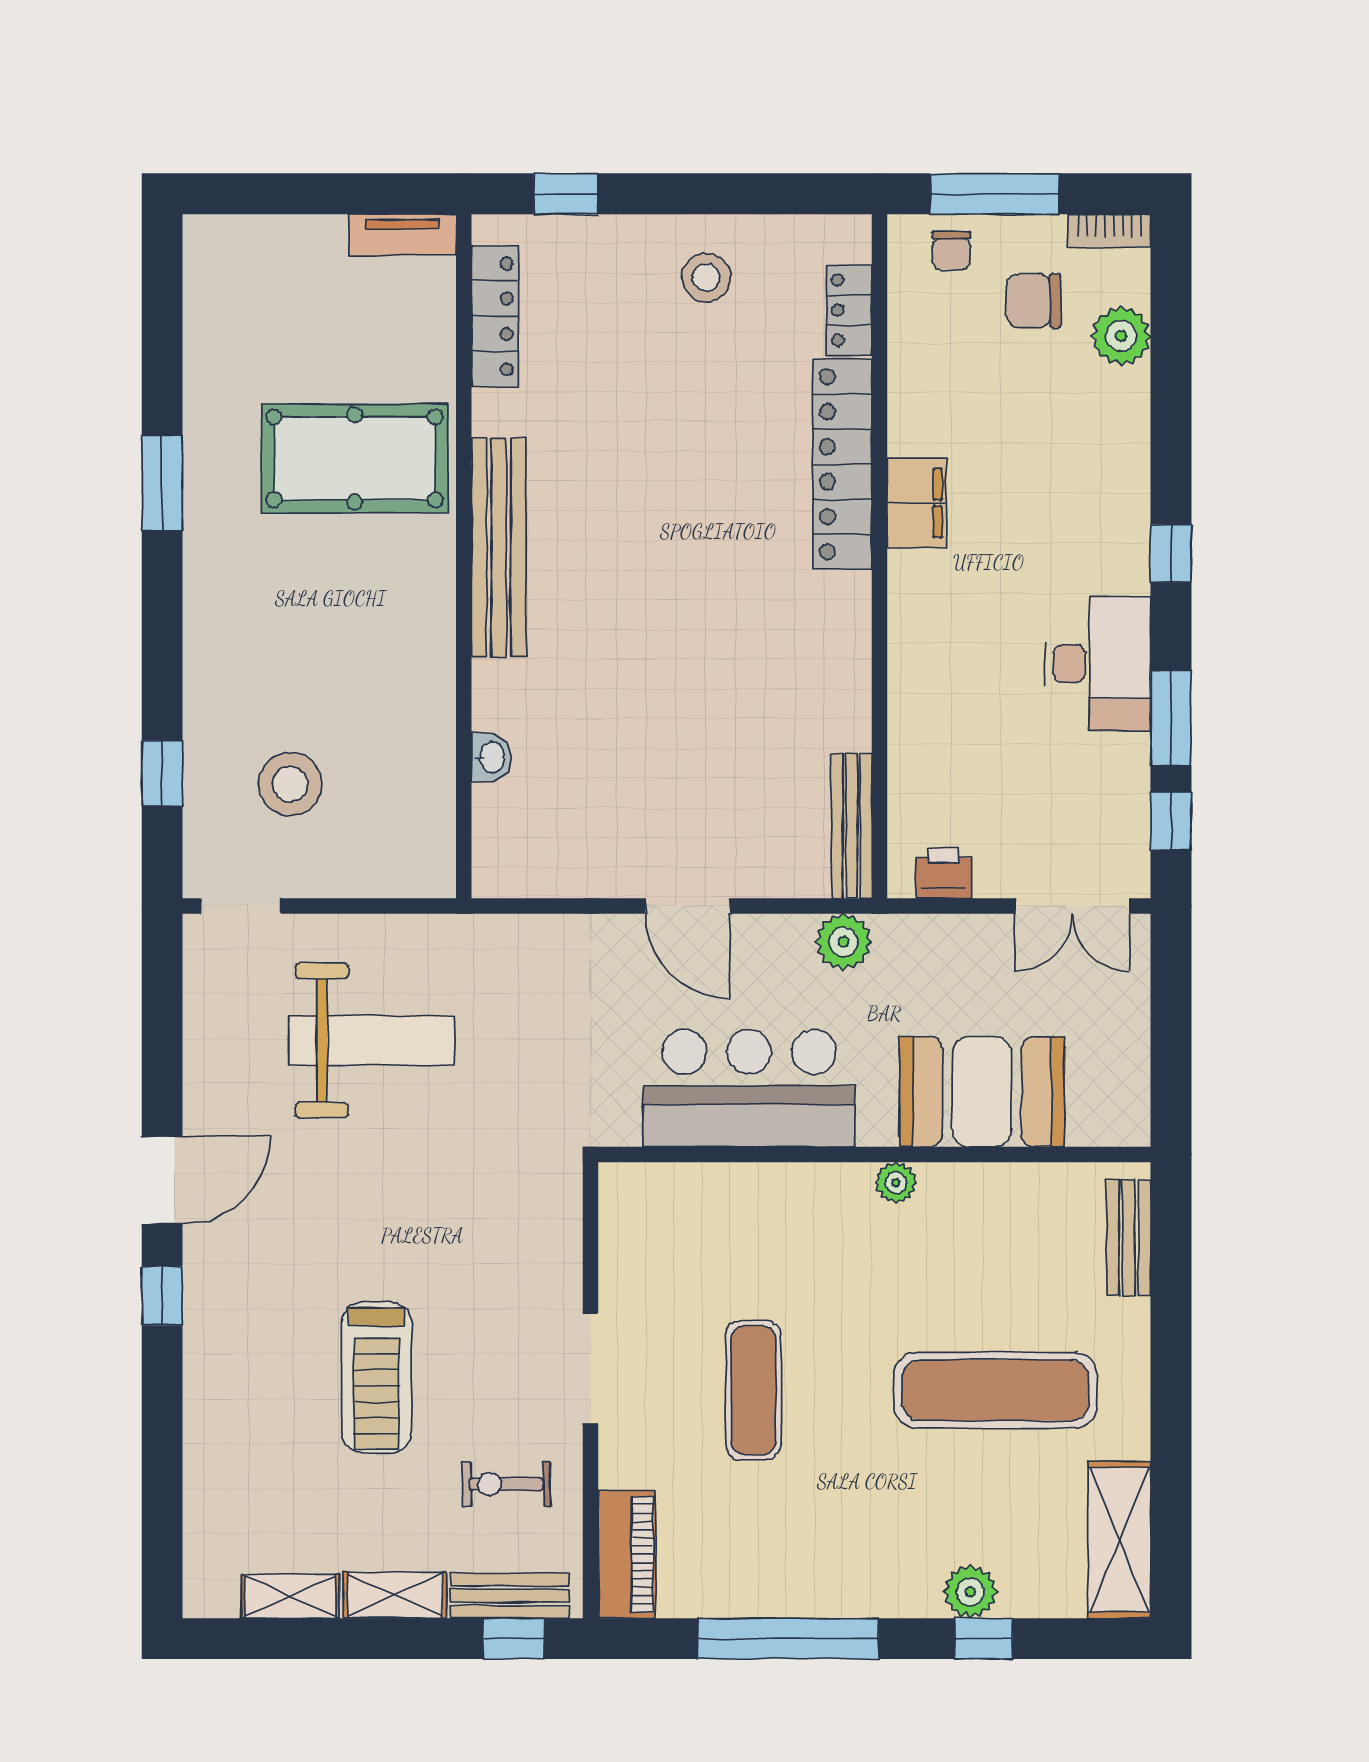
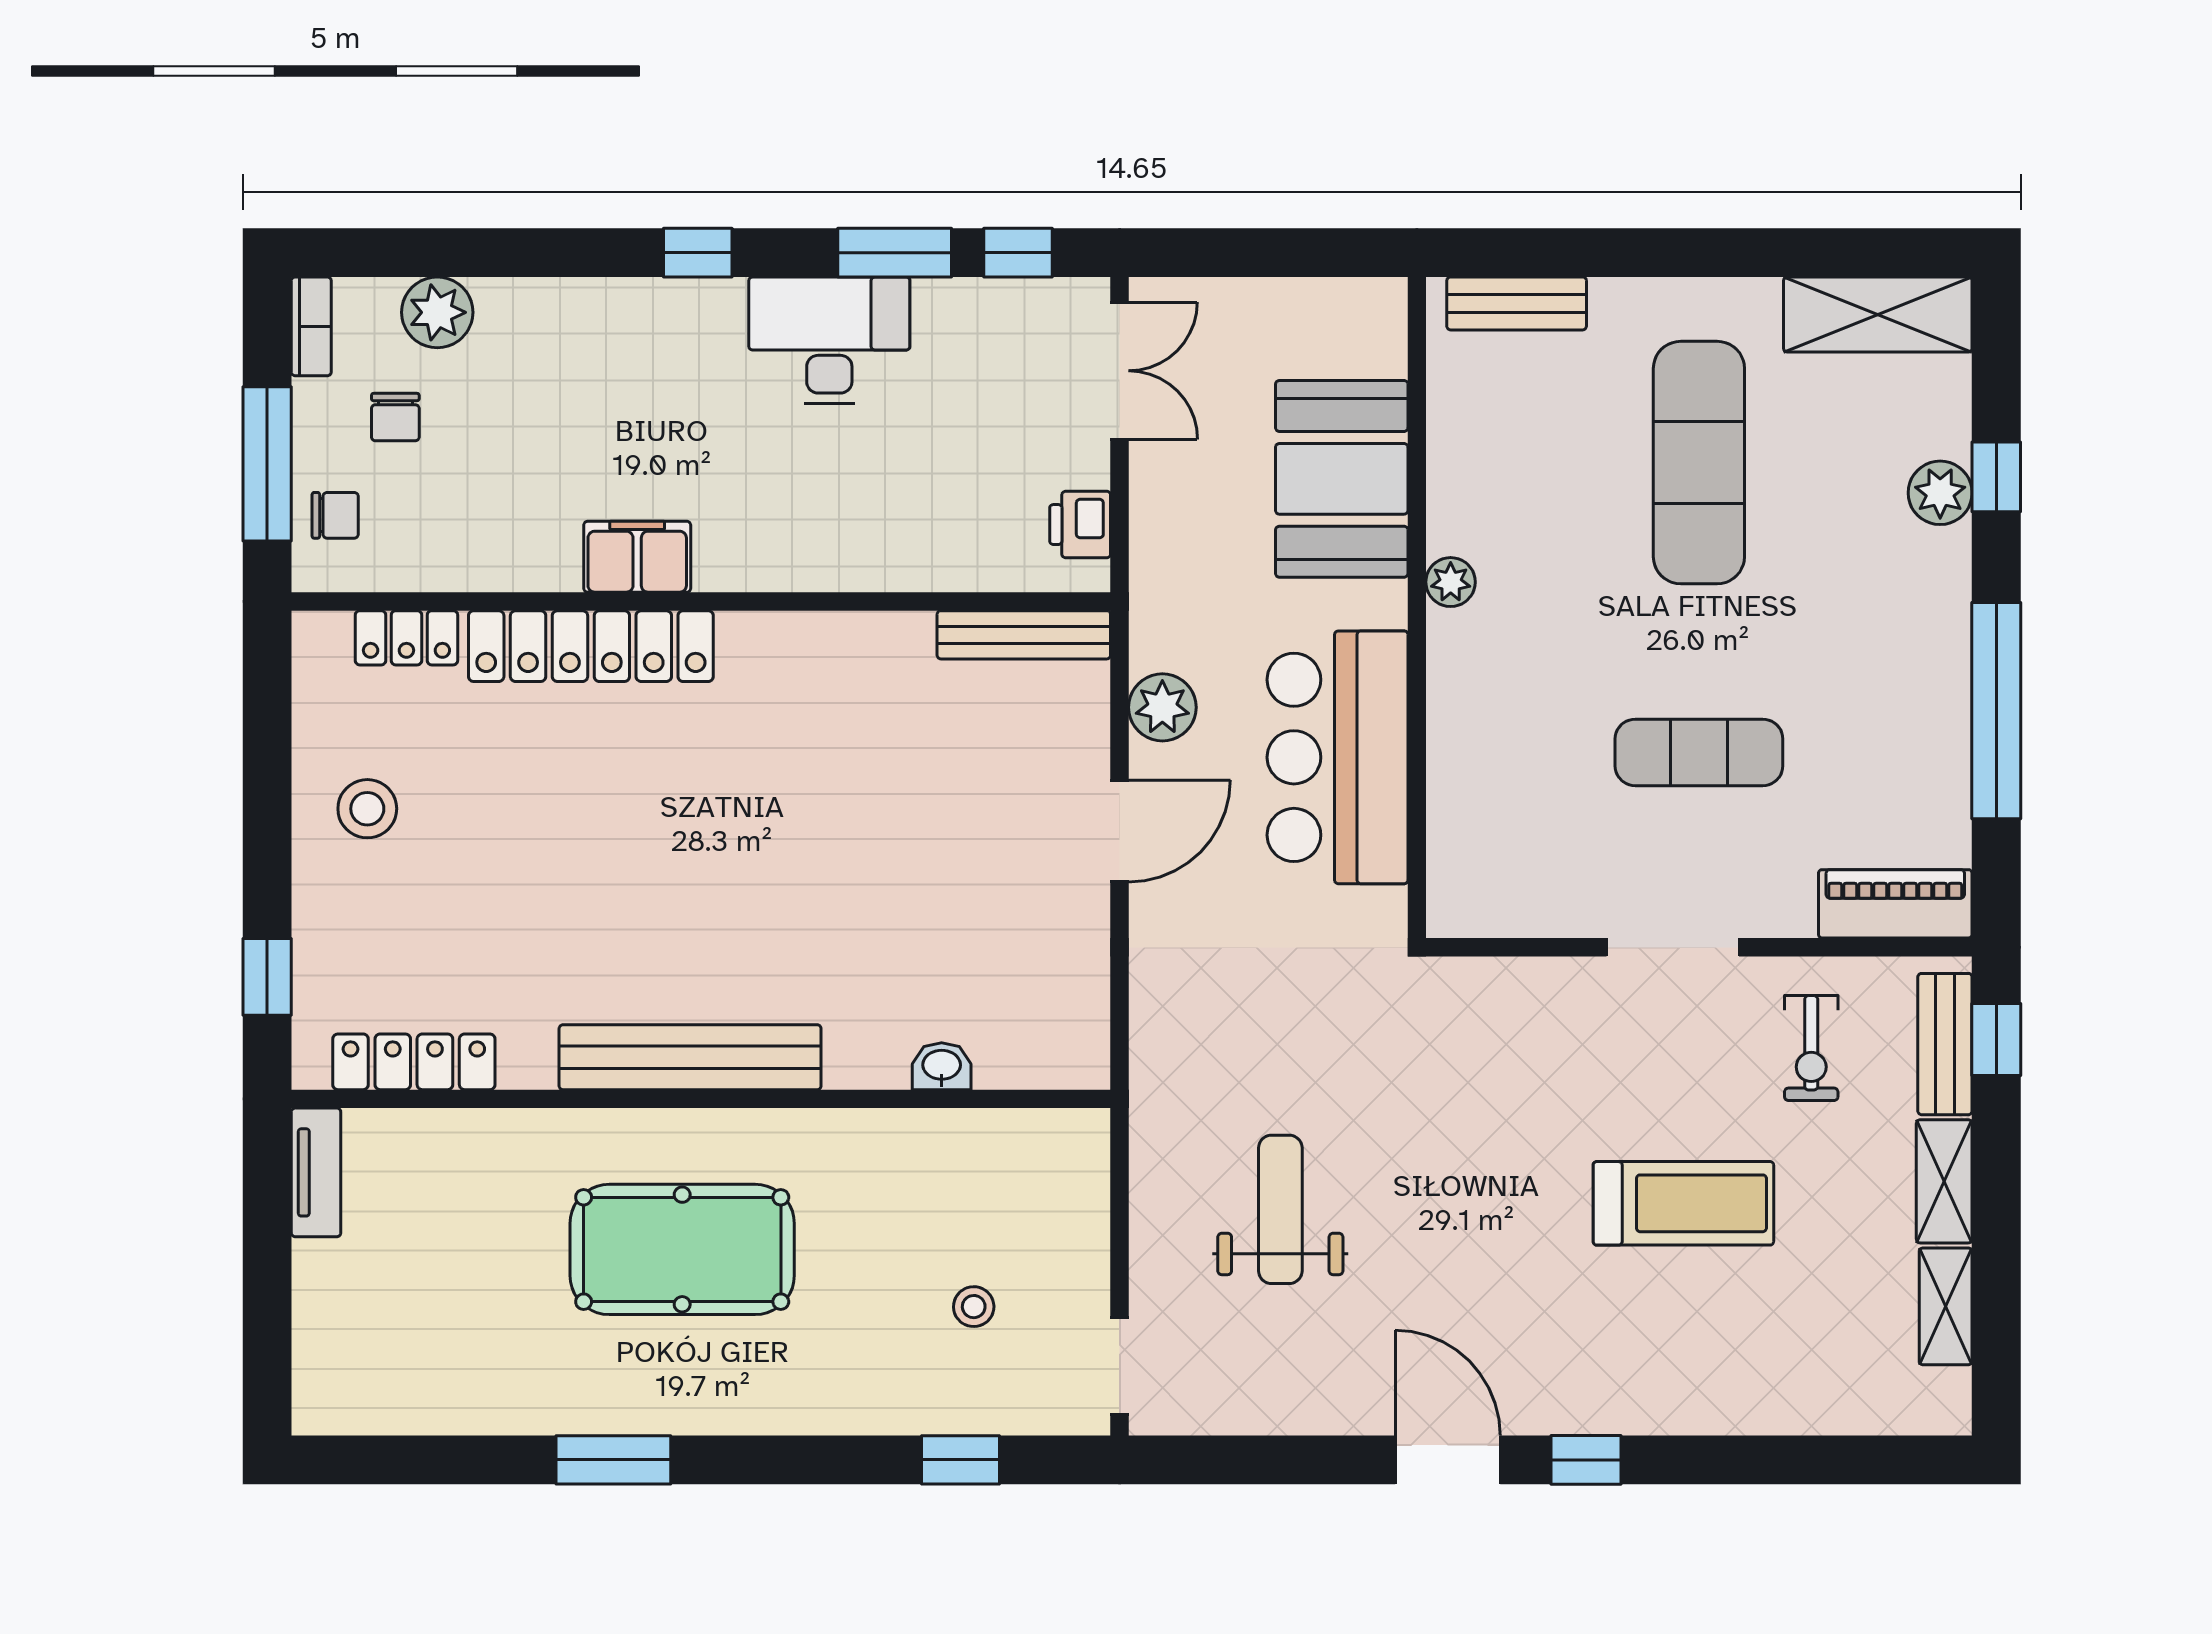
chair: (1034, 301) -> (395, 417), width x0.73, depth x0.73
pool table: (355, 458) -> (682, 1249), moved, turned 90
stool: (290, 784) -> (974, 1307), width x0.53, depth x0.53
plant: (843, 942) -> (1162, 707), moved
weight bench: (371, 1040) -> (1280, 1209), width x0.73, depth x0.75

